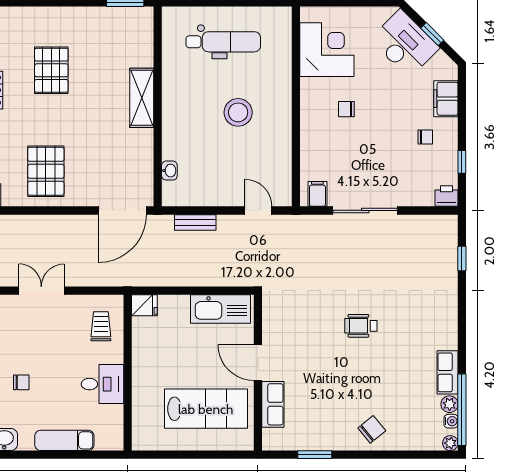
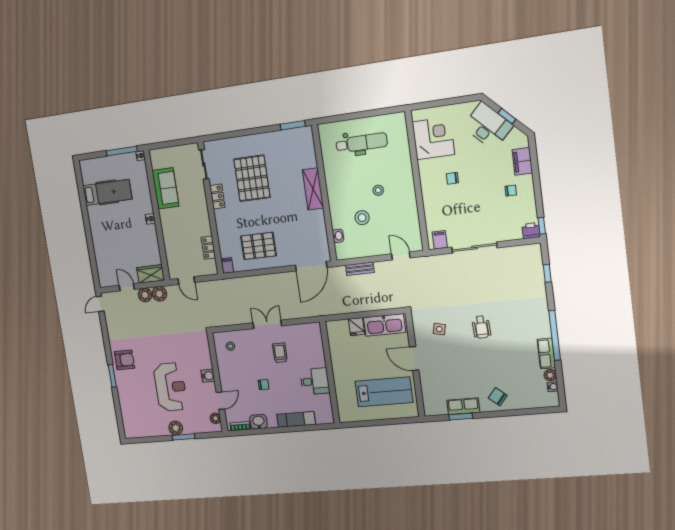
pallet: (51, 70) -> (252, 178), width x1.37, depth x1.41
stool: (238, 112) -> (378, 190), width x0.53, depth x0.53
stool: (209, 149) -> (362, 218), added
window: (462, 162) -> (542, 226), moved
pallet: (46, 171) -> (258, 246), turned 90
fridge: (144, 305) -> (356, 327), moved, turned 90
side table: (300, 323) -> (439, 329), added
trolley: (101, 326) -> (280, 353), moved
wheelchair: (361, 326) -> (481, 327), turned -92
row of seats: (273, 404) -> (463, 406), moved, turned -90
window: (462, 410) -> (555, 335), moved
chair: (372, 429) -> (498, 397), turned -101
plant: (450, 443) -> (554, 402), removed

